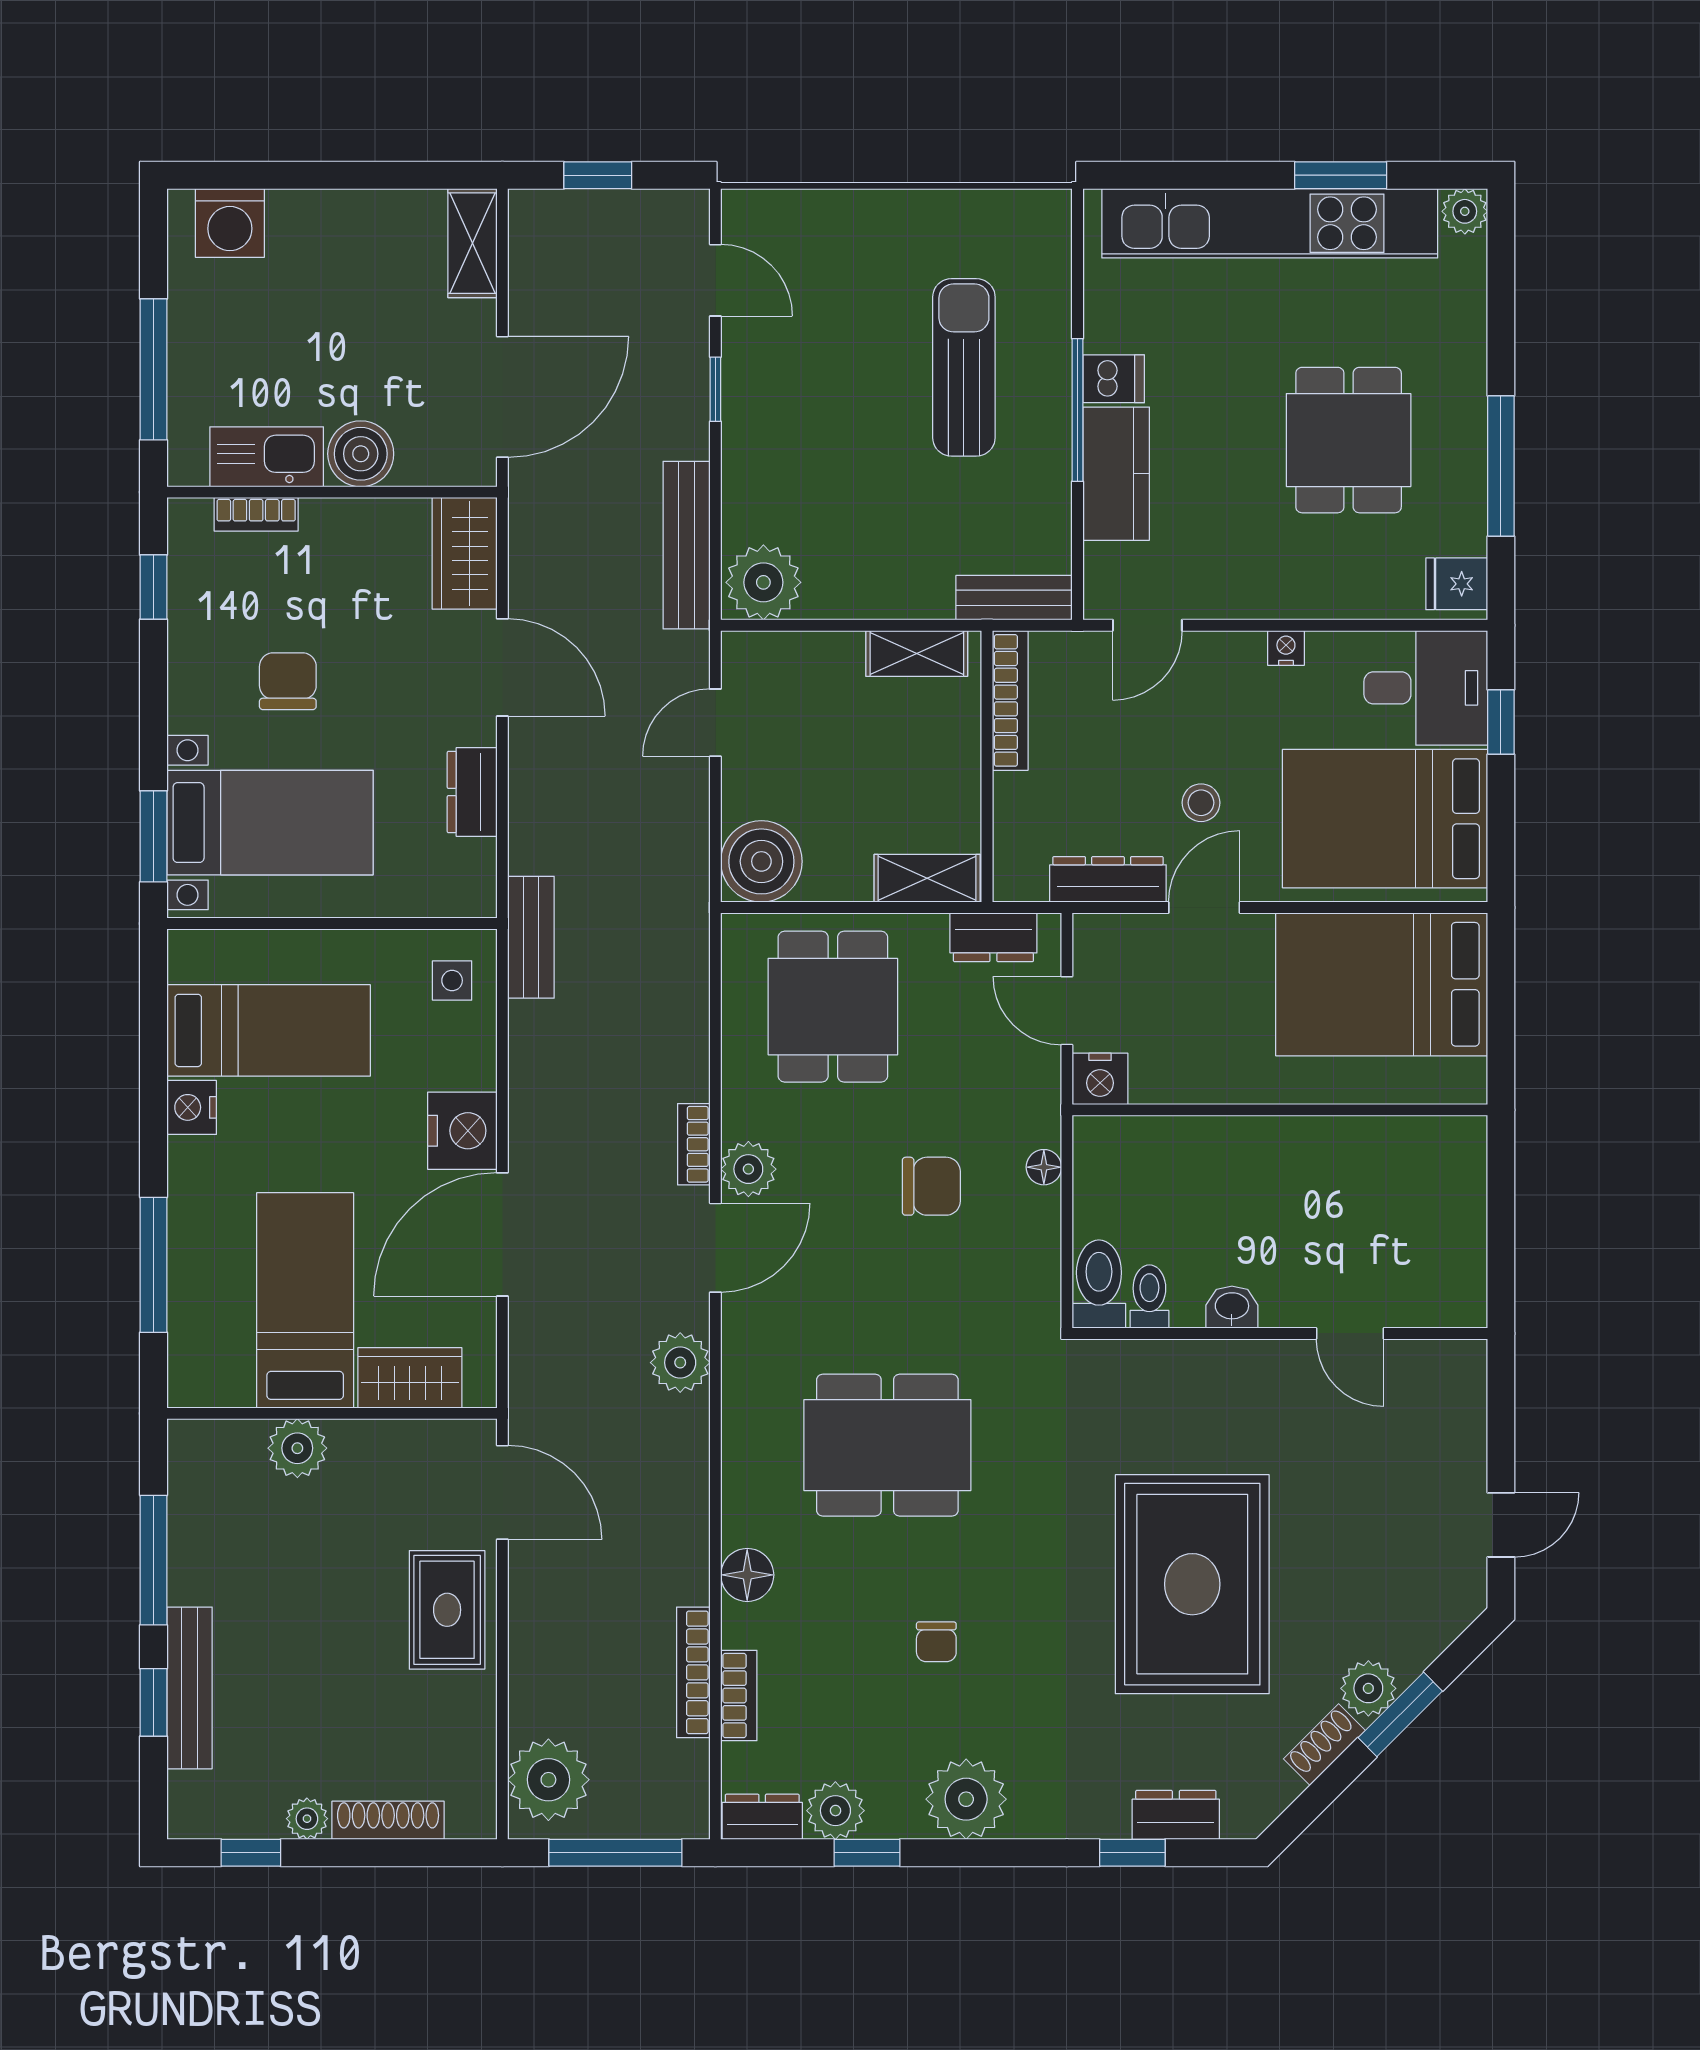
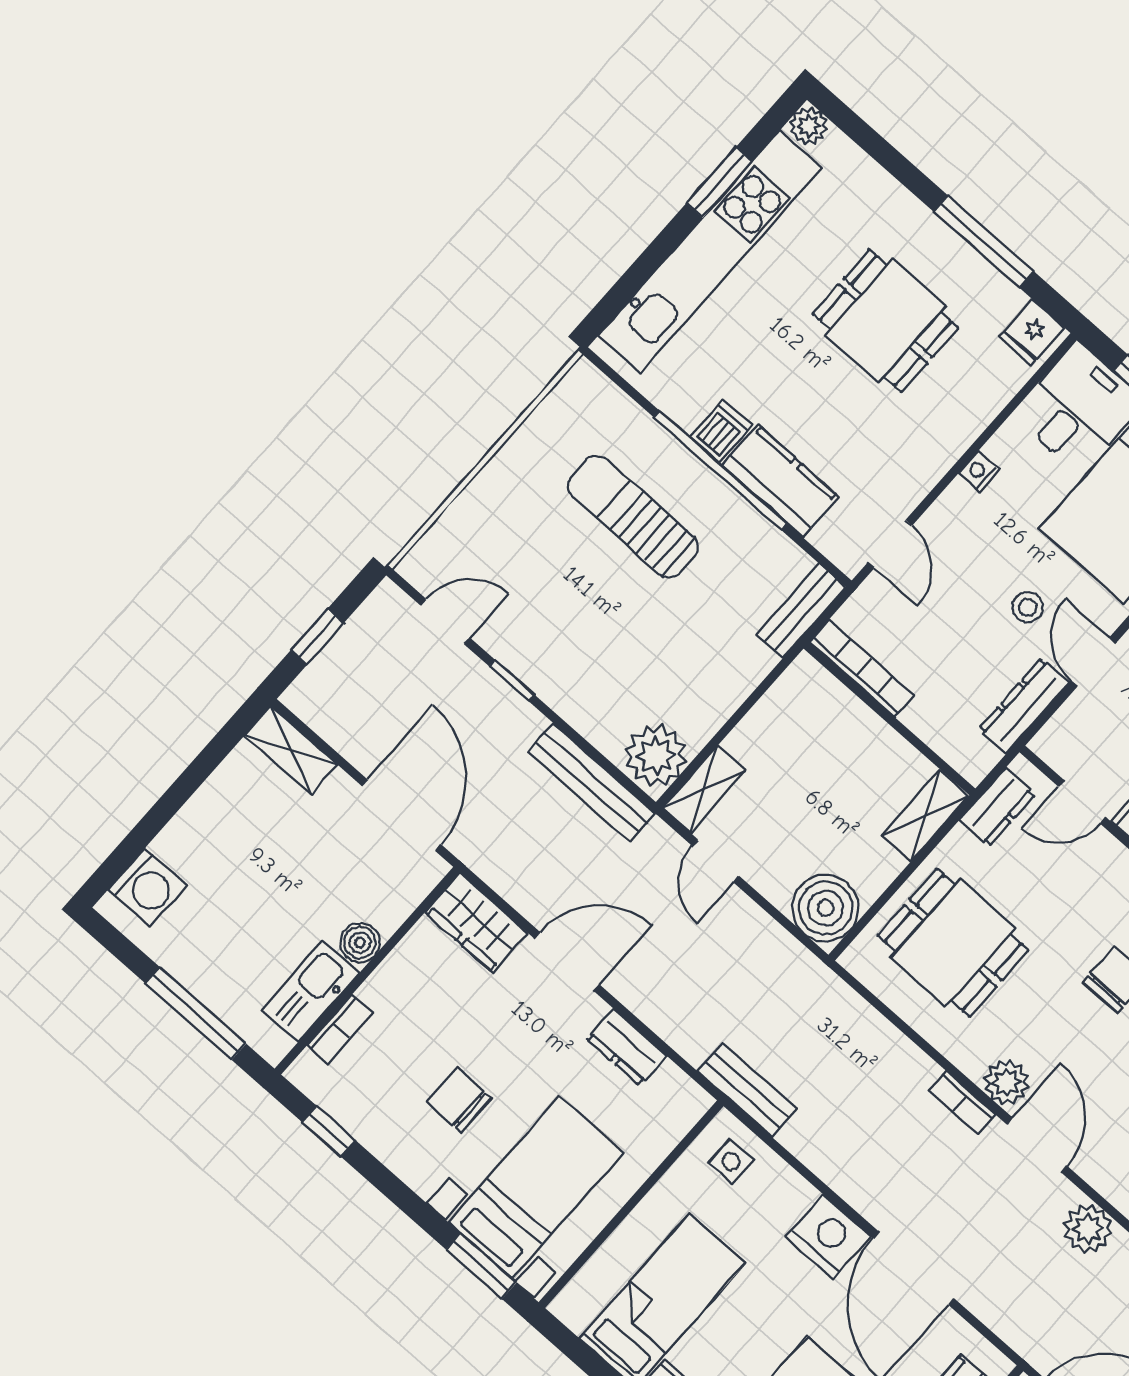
window: (1078, 410) -> (720, 470), width x1.46
boiler: (361, 454) -> (360, 943), width x0.73, depth x0.73
shelving: (917, 653) -> (704, 789), moved

